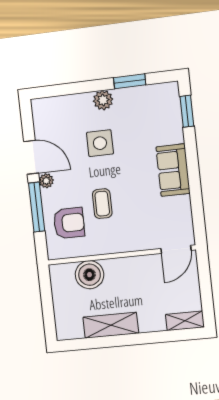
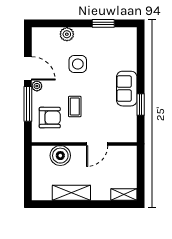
plant: (103, 100) -> (67, 34), moved
window: (187, 111) -> (141, 104), moved
door: (176, 249) -> (97, 144), moved

